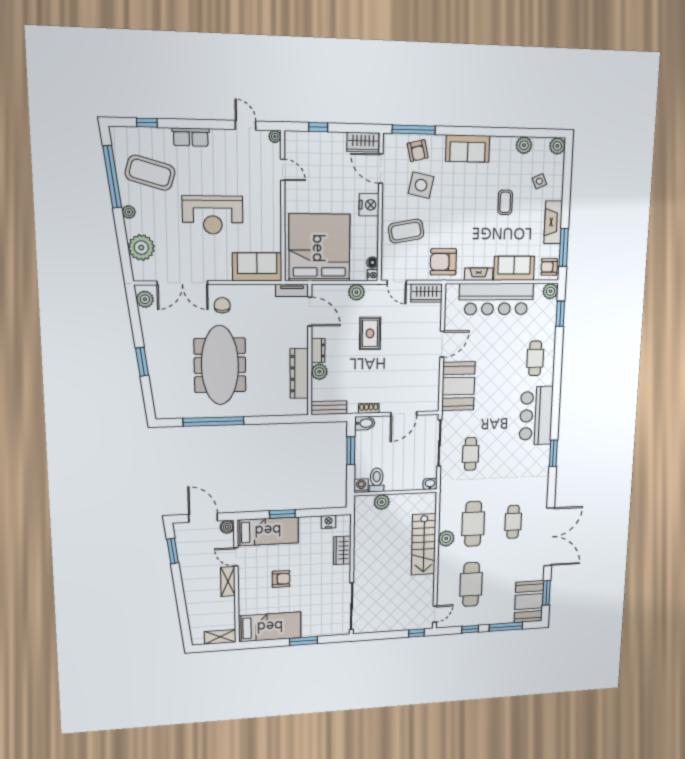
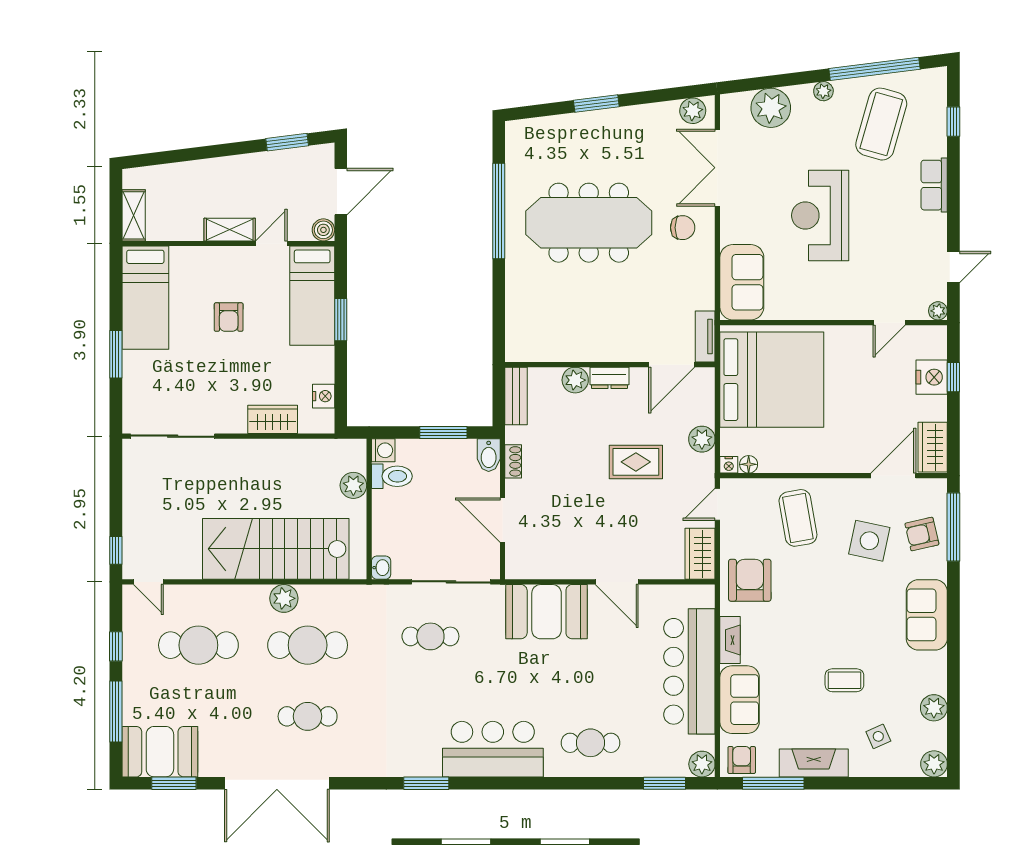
nightstand: (369, 205) -> (932, 377), moved, turned -90
dresser: (299, 373) -> (573, 348), removed
stairs: (424, 544) -> (276, 549), width x1.36, depth x1.51

